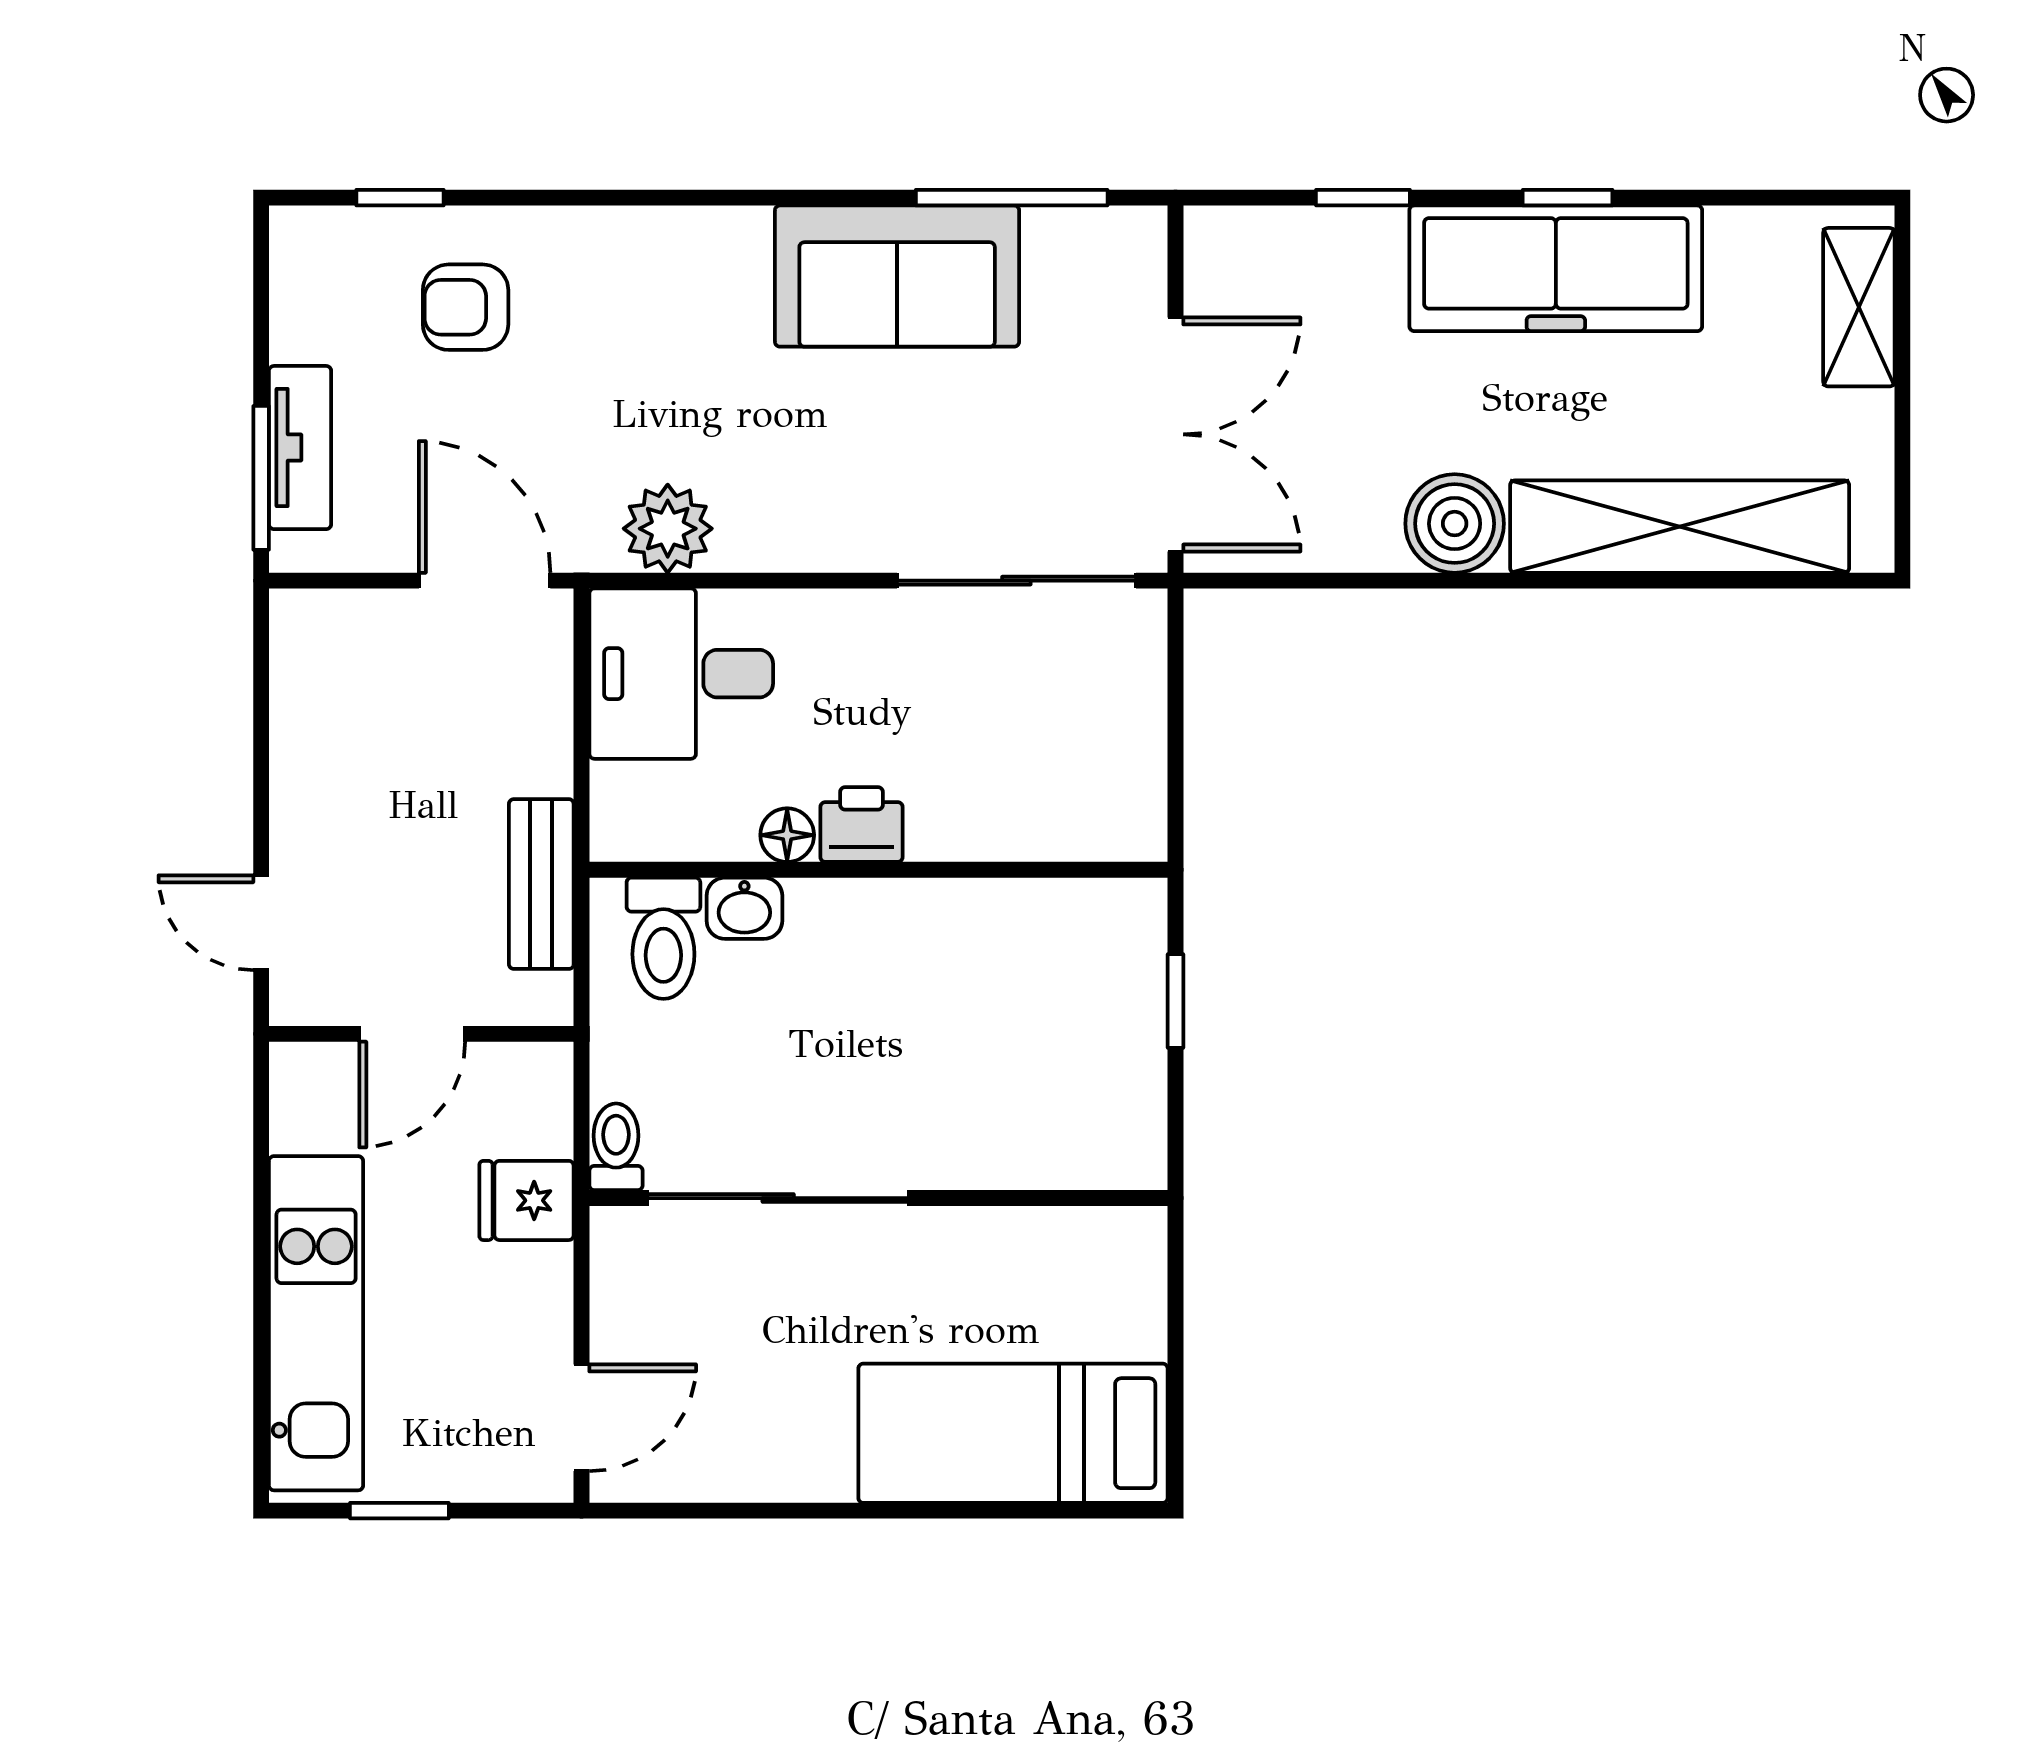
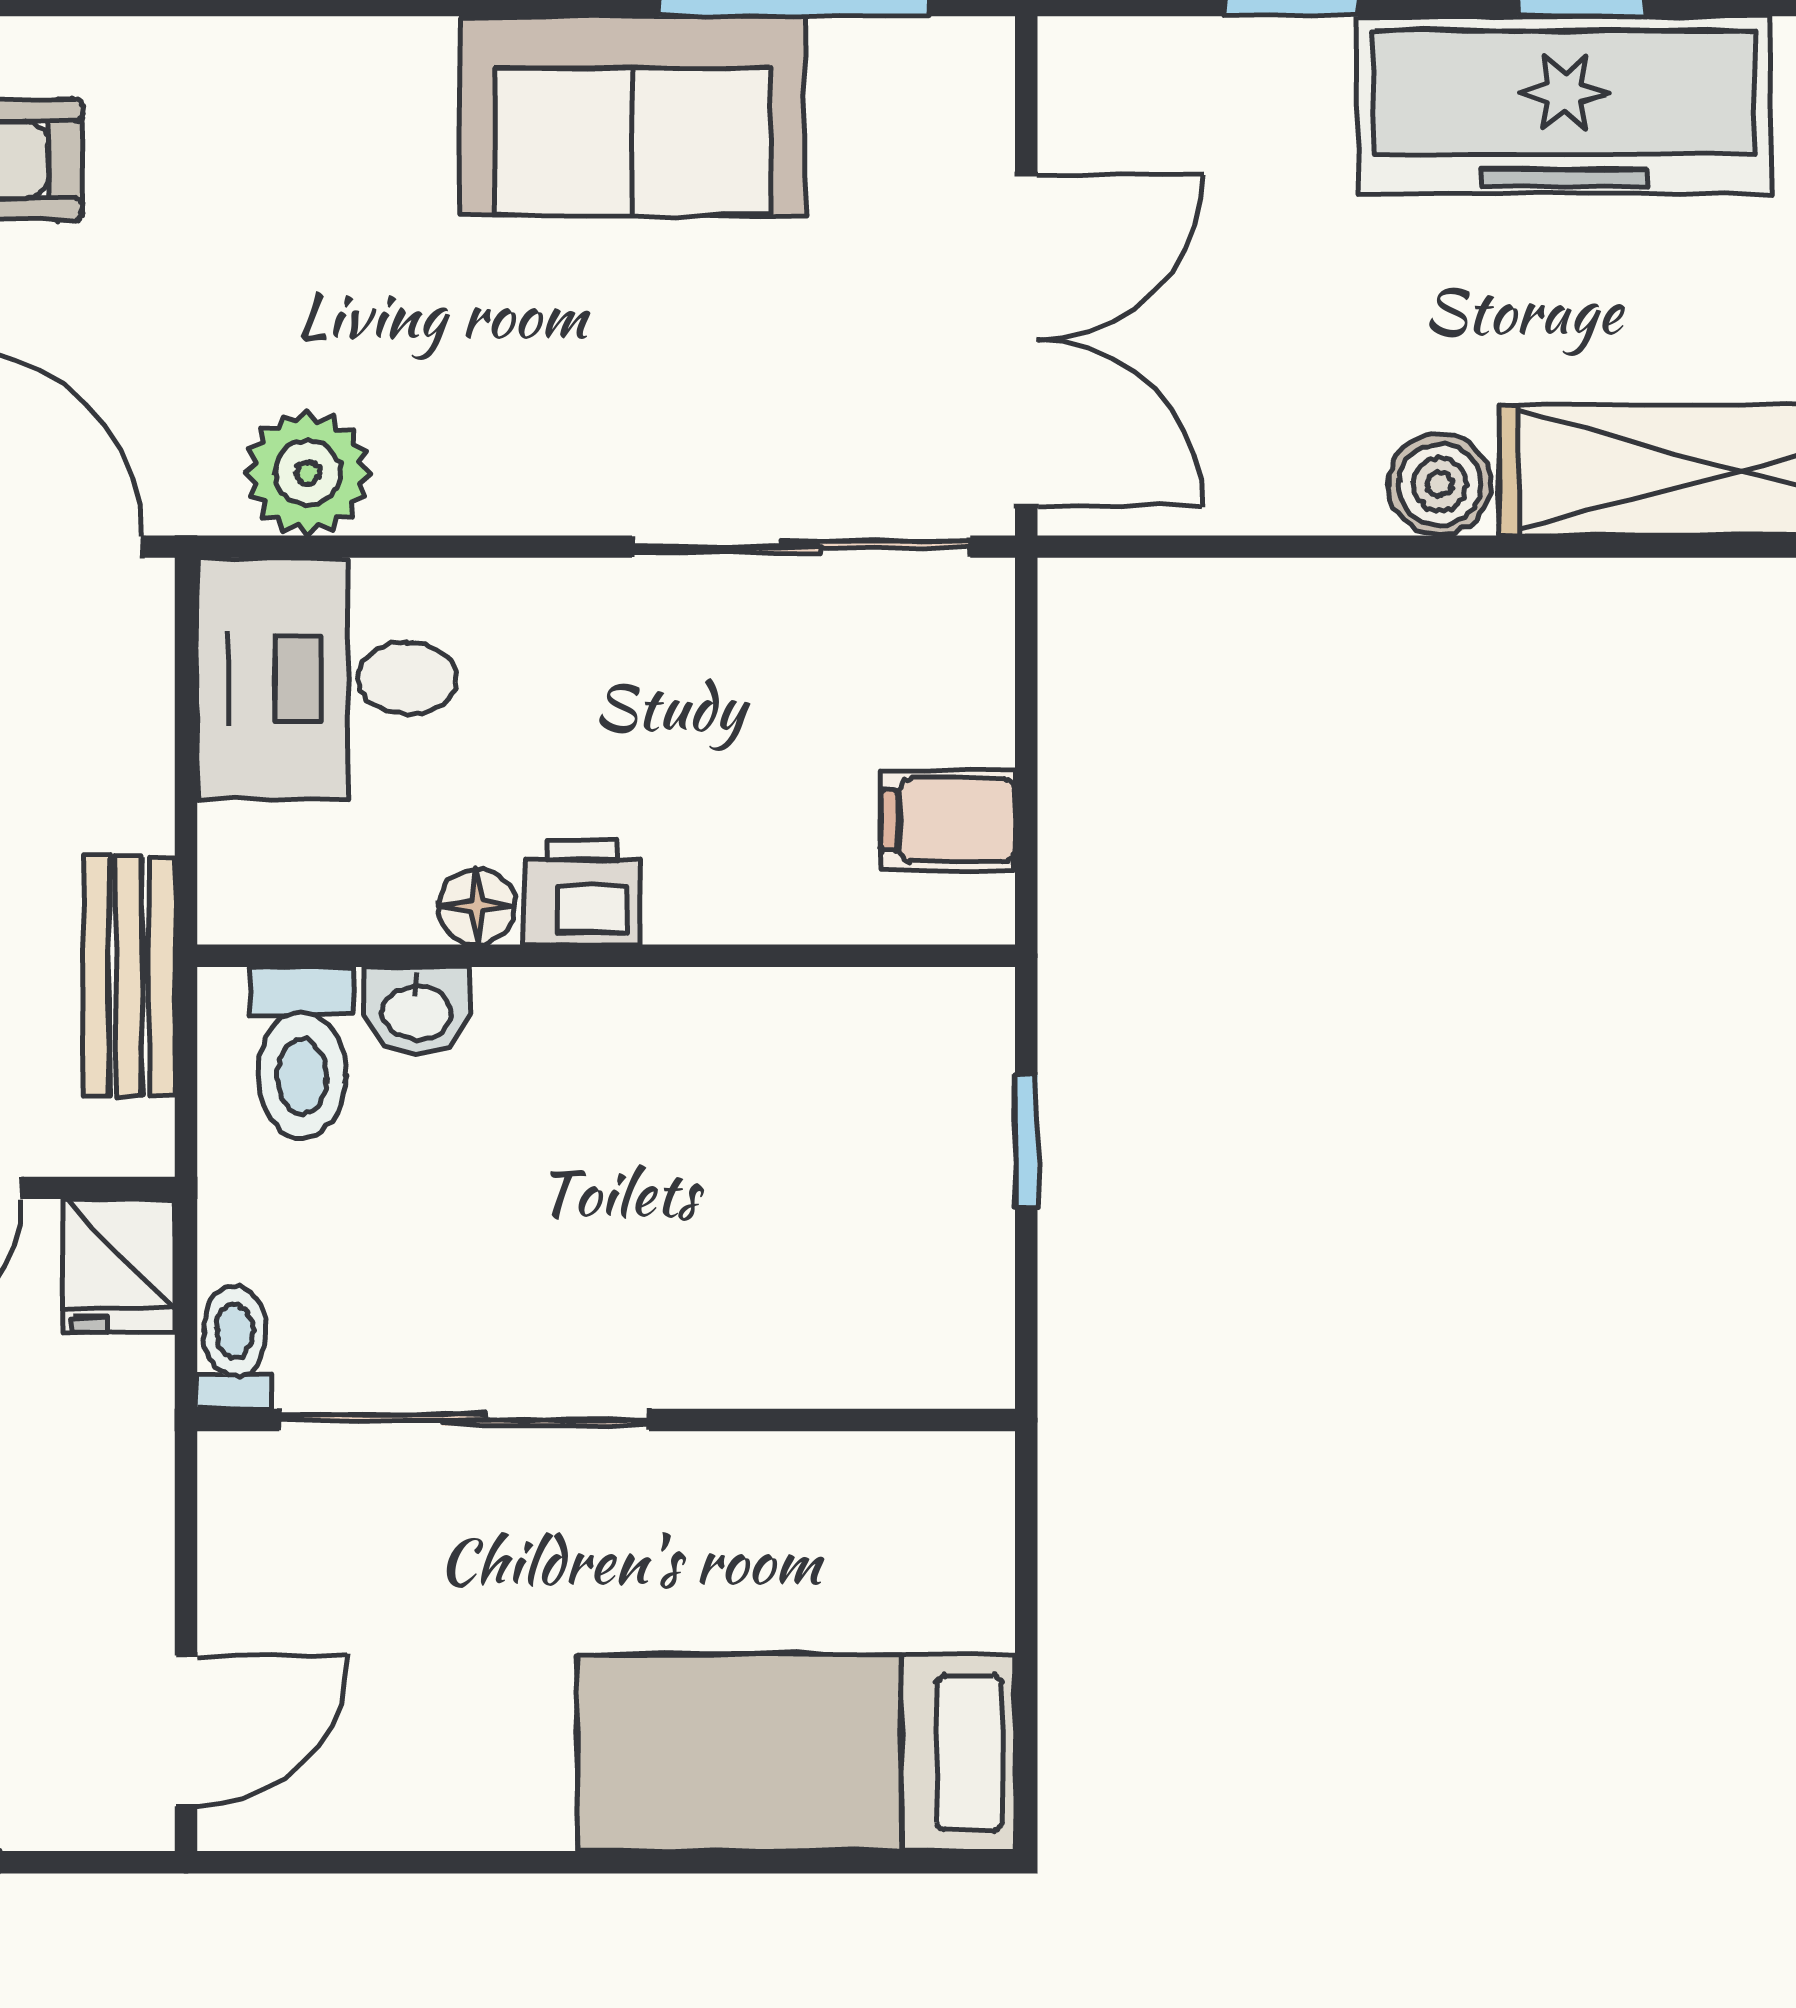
boiler: (1455, 524) -> (1440, 484), width x0.73, depth x0.73
filing cabinet: (1120, 774) -> (948, 820), added
fridge: (527, 1200) -> (119, 1266), moved, turned -90

